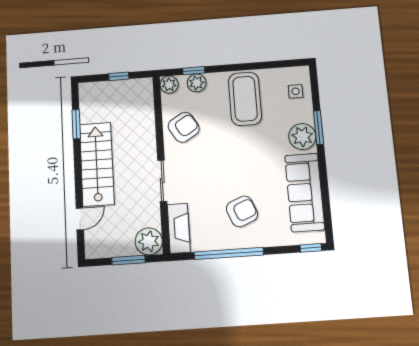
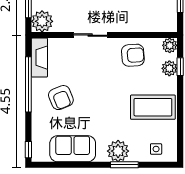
armchair: (184, 127) -> (133, 55), turned -63
sofa: (305, 192) -> (73, 149), width x0.73
fireplace: (179, 228) -> (39, 58), moved, turned -90

